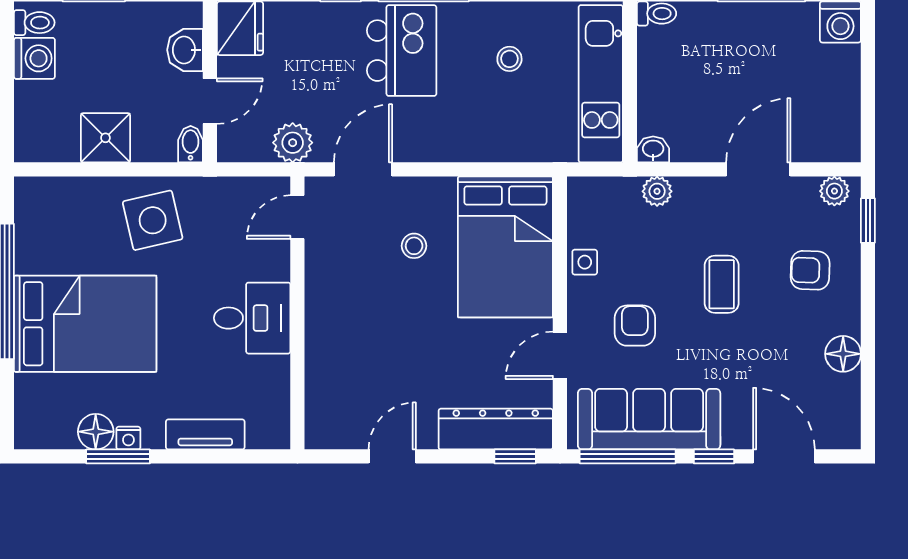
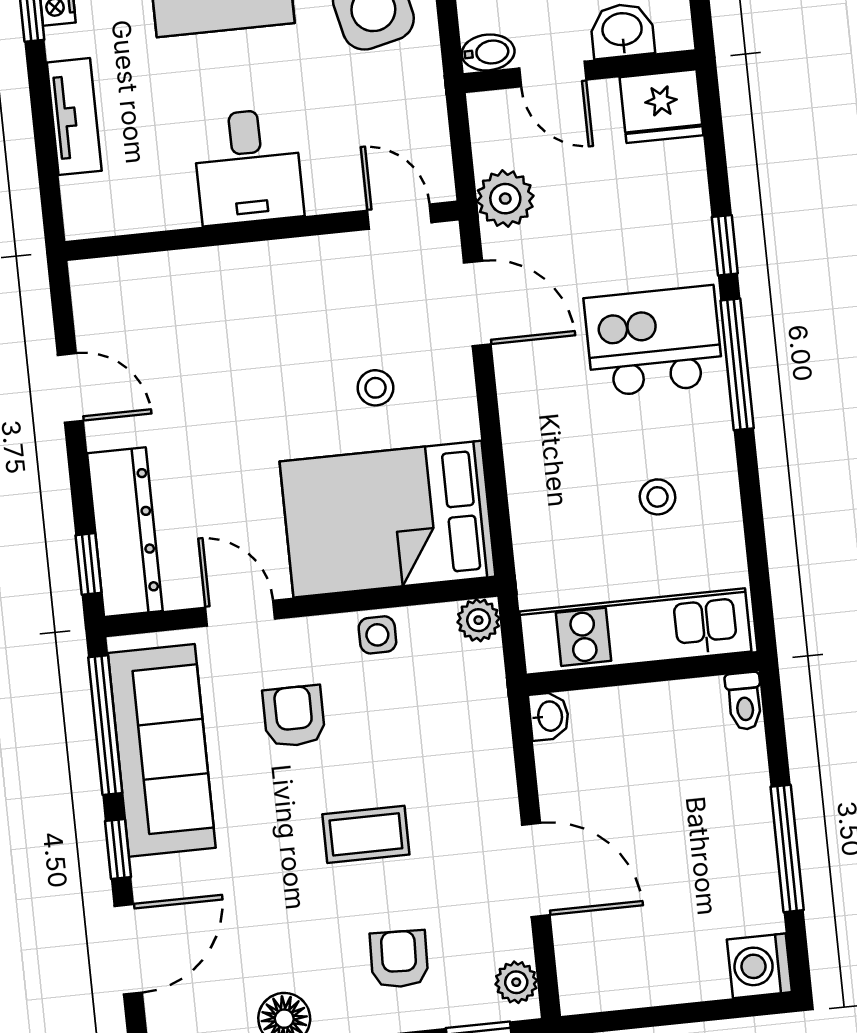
kitchen island: (402, 51) -> (654, 341), turned 180
plant: (657, 191) -> (478, 620), moved
armchair: (635, 326) -> (294, 716), turned -90

